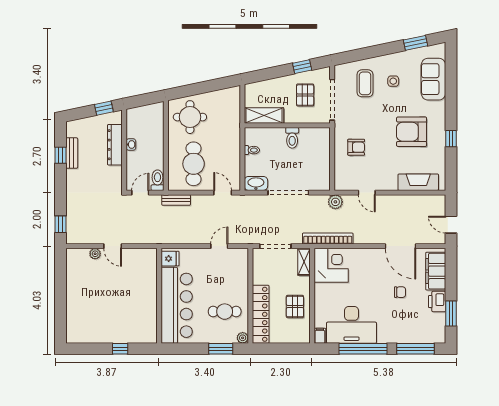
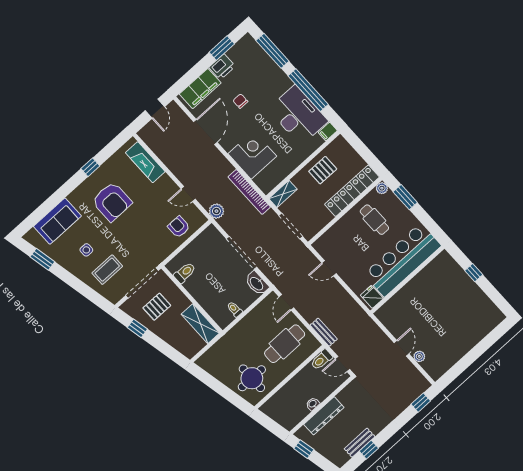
toilet: (292, 138) -> (185, 273), moved
armchair: (356, 147) -> (179, 227), moved
door: (367, 193) -> (188, 194), swing flipped
corner desk: (331, 265) -> (252, 155), moved, turned 90

